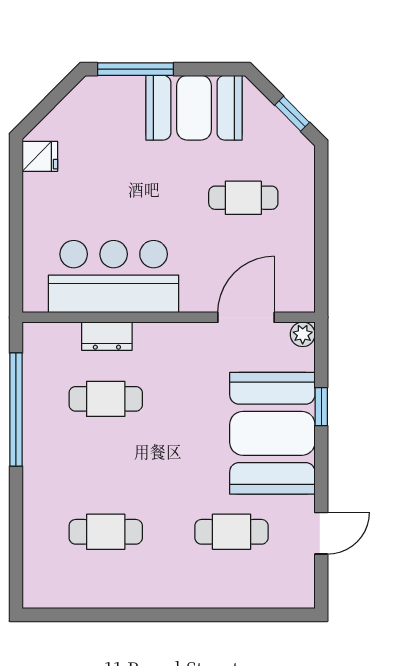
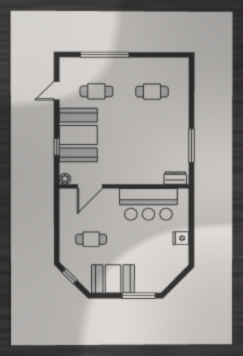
fridge: (40, 156) -> (181, 238), moved
dresser: (107, 336) -> (175, 178), moved
cafe table: (106, 399) -> (152, 150), removed
window: (16, 410) -> (191, 146), width x0.68
window: (213, 615) -> (105, 55), added

